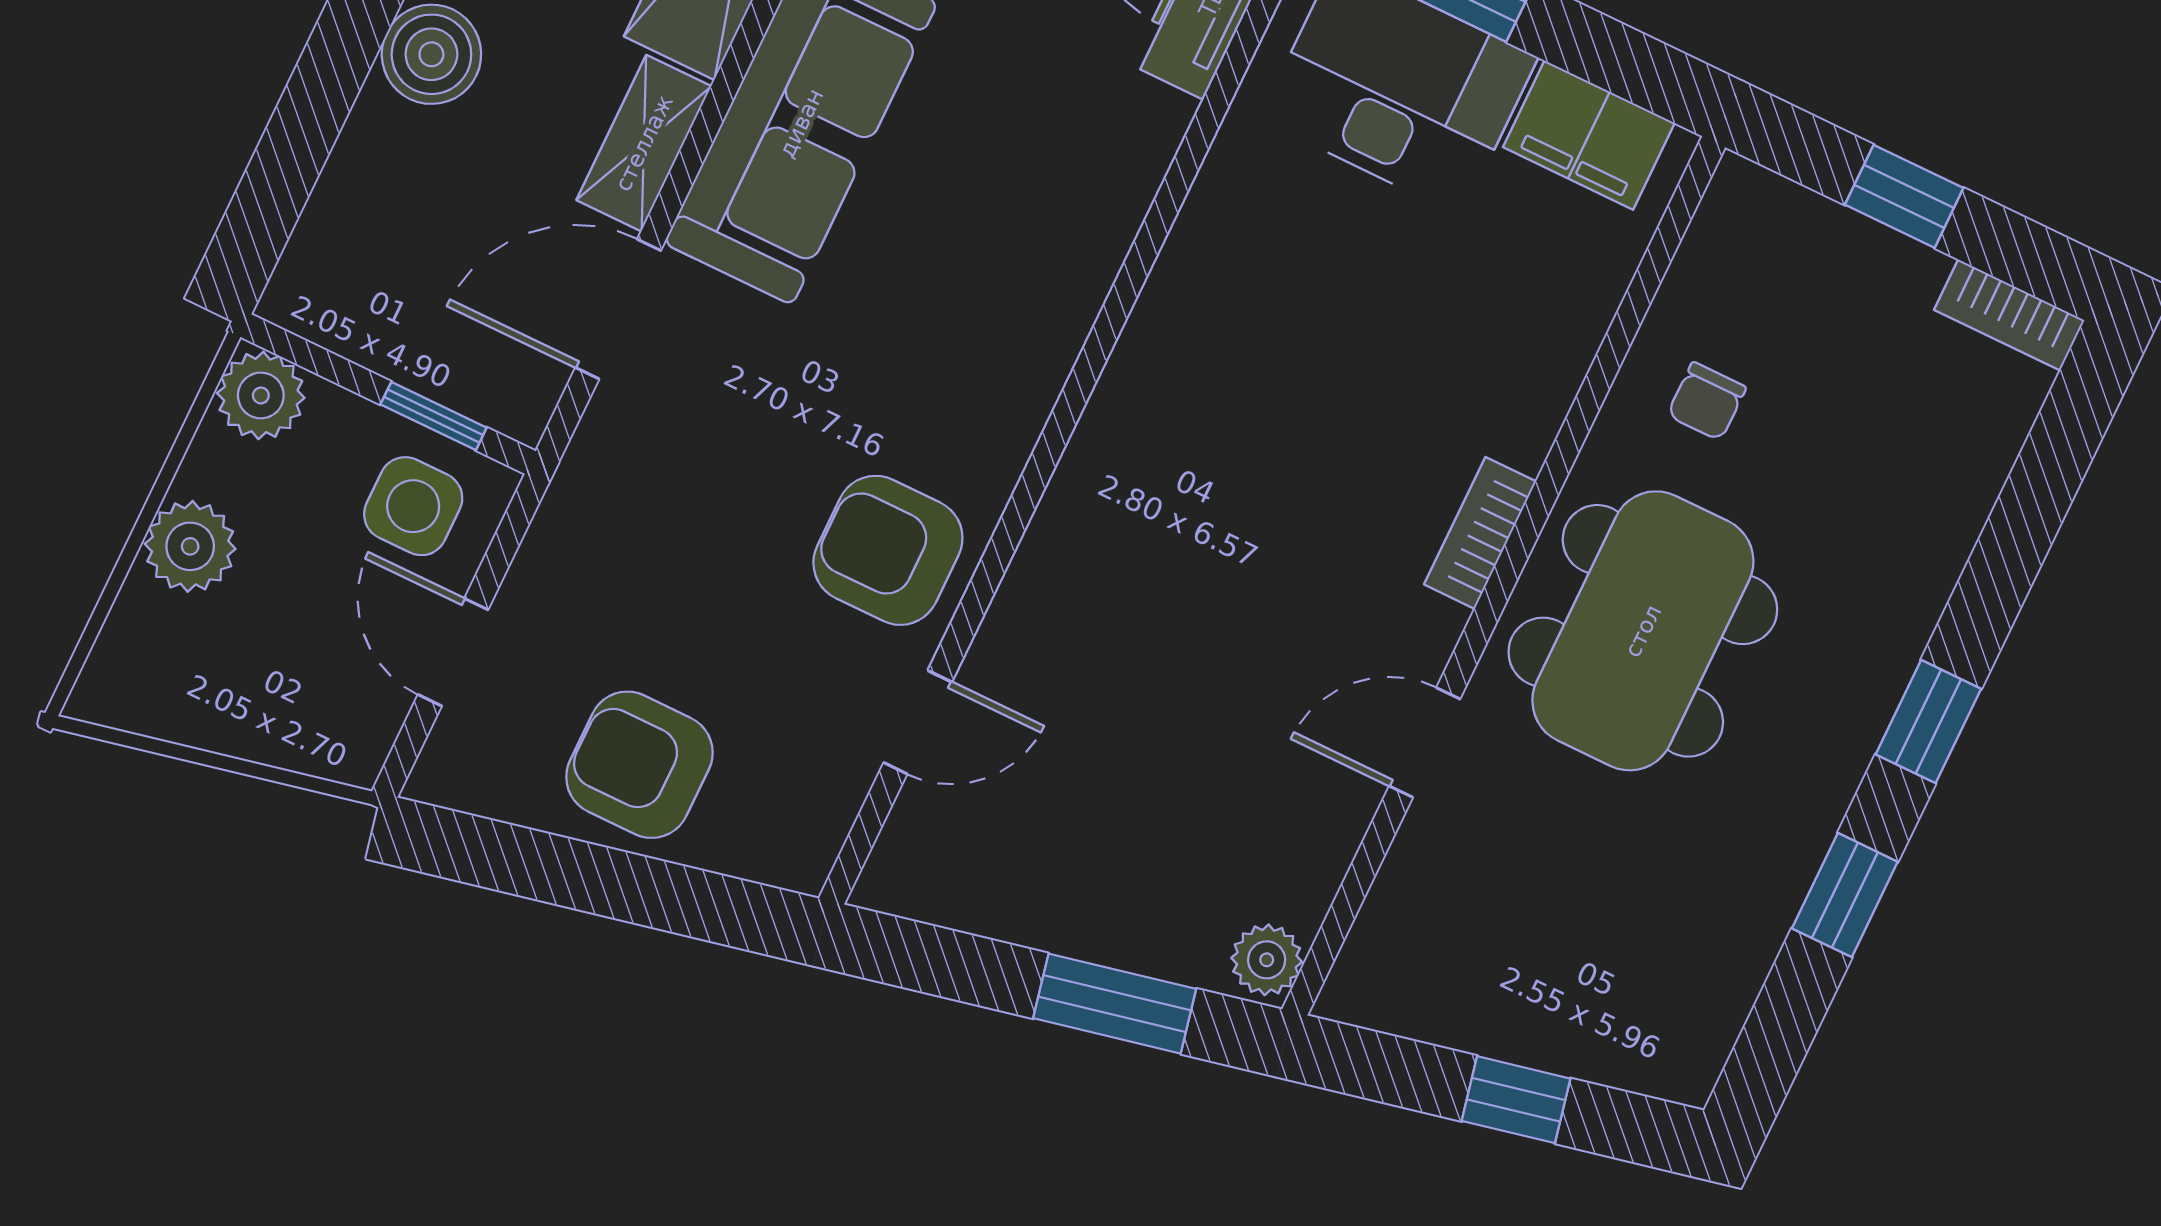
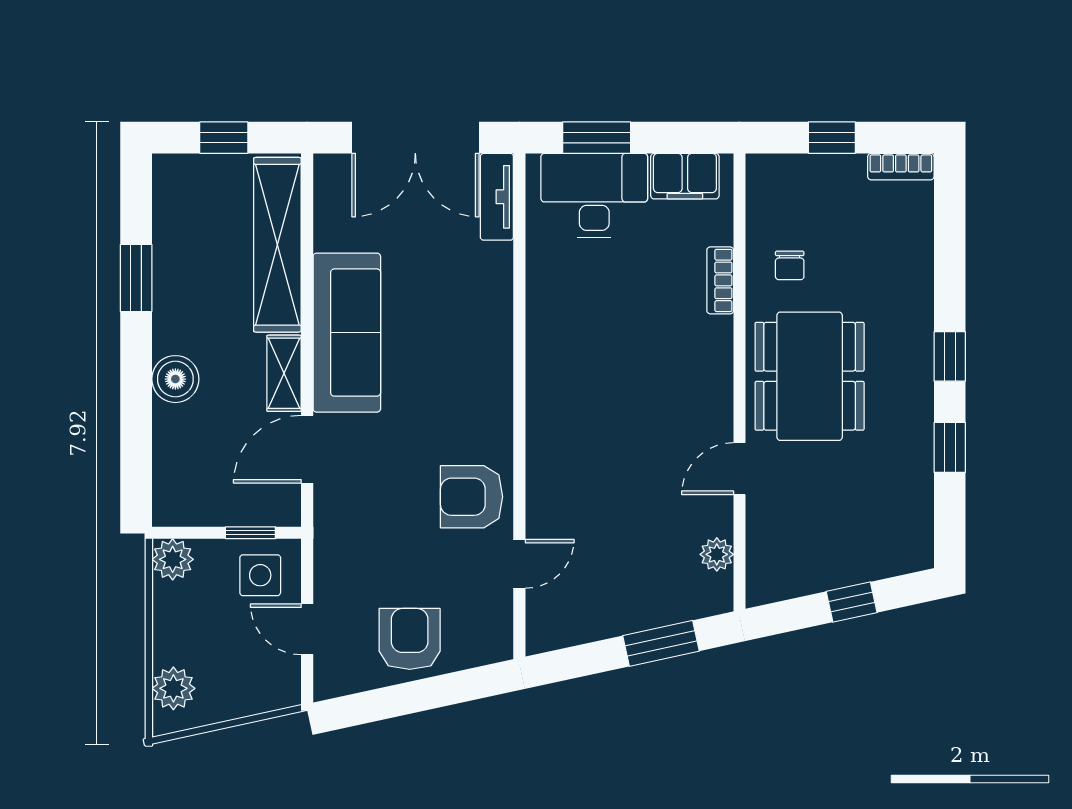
bookcase: (1480, 533) -> (720, 280), moved
plant: (190, 546) -> (173, 688), moved
armchair: (639, 765) -> (410, 639), turned 90
plant: (1267, 960) -> (717, 554), moved

